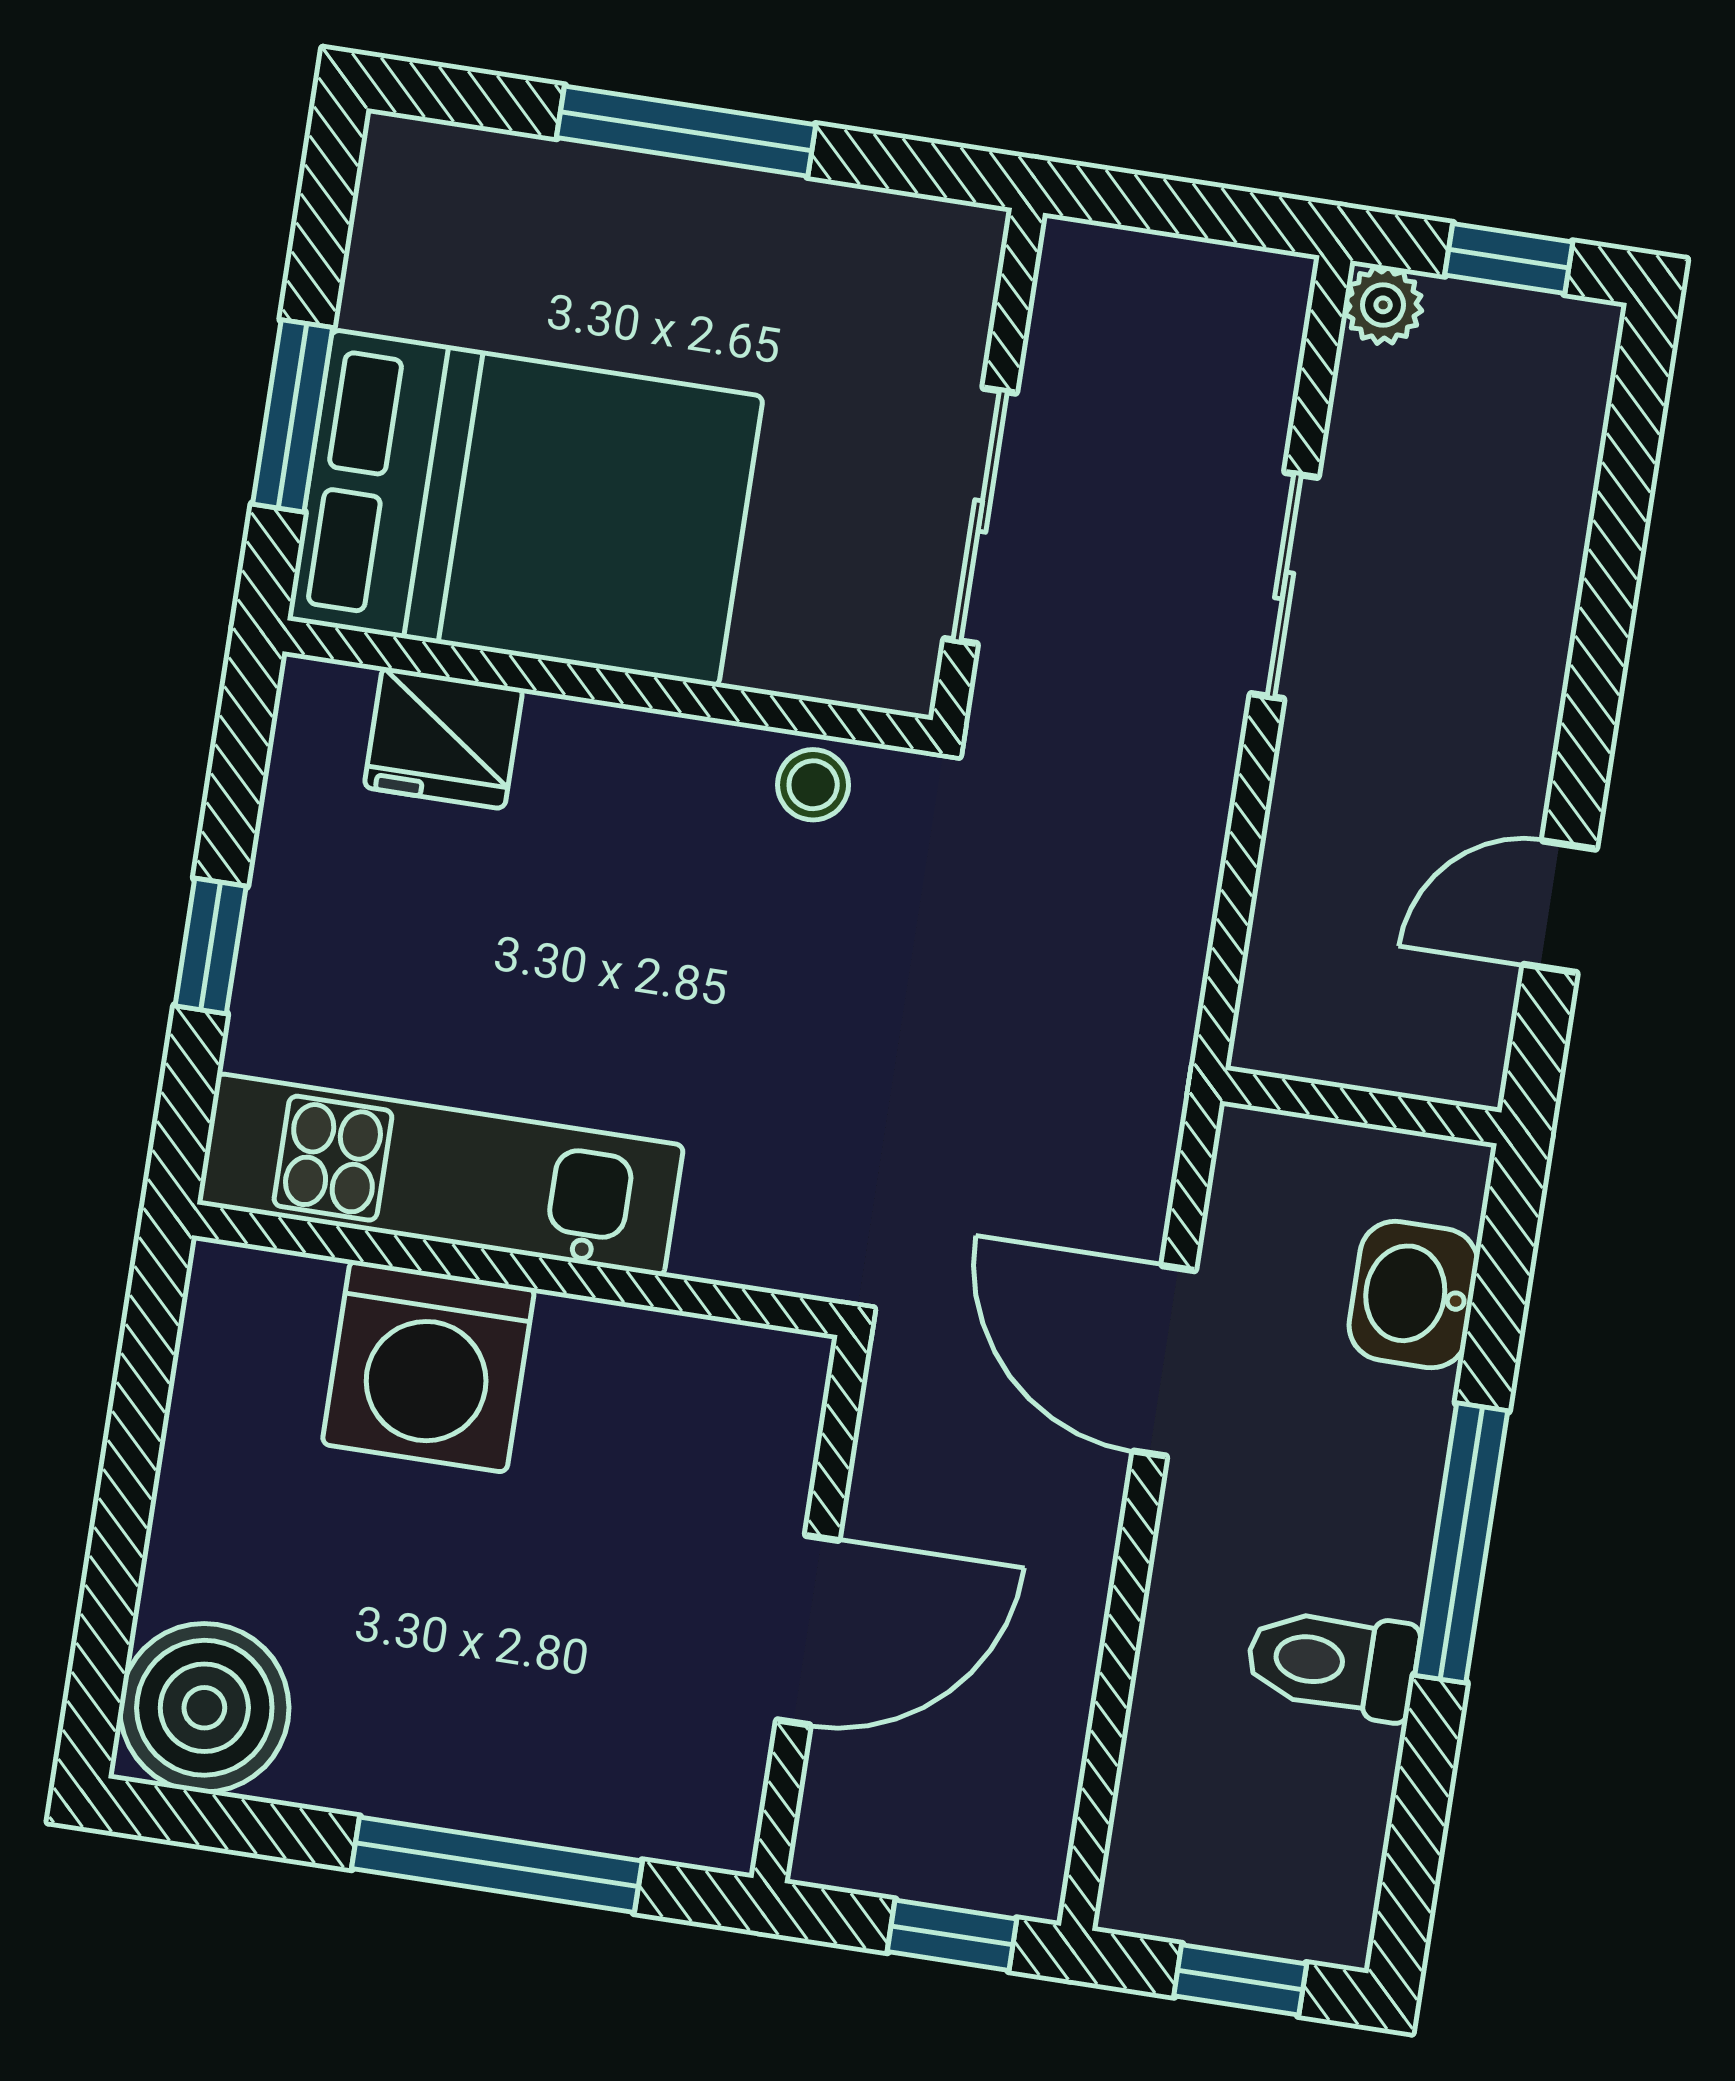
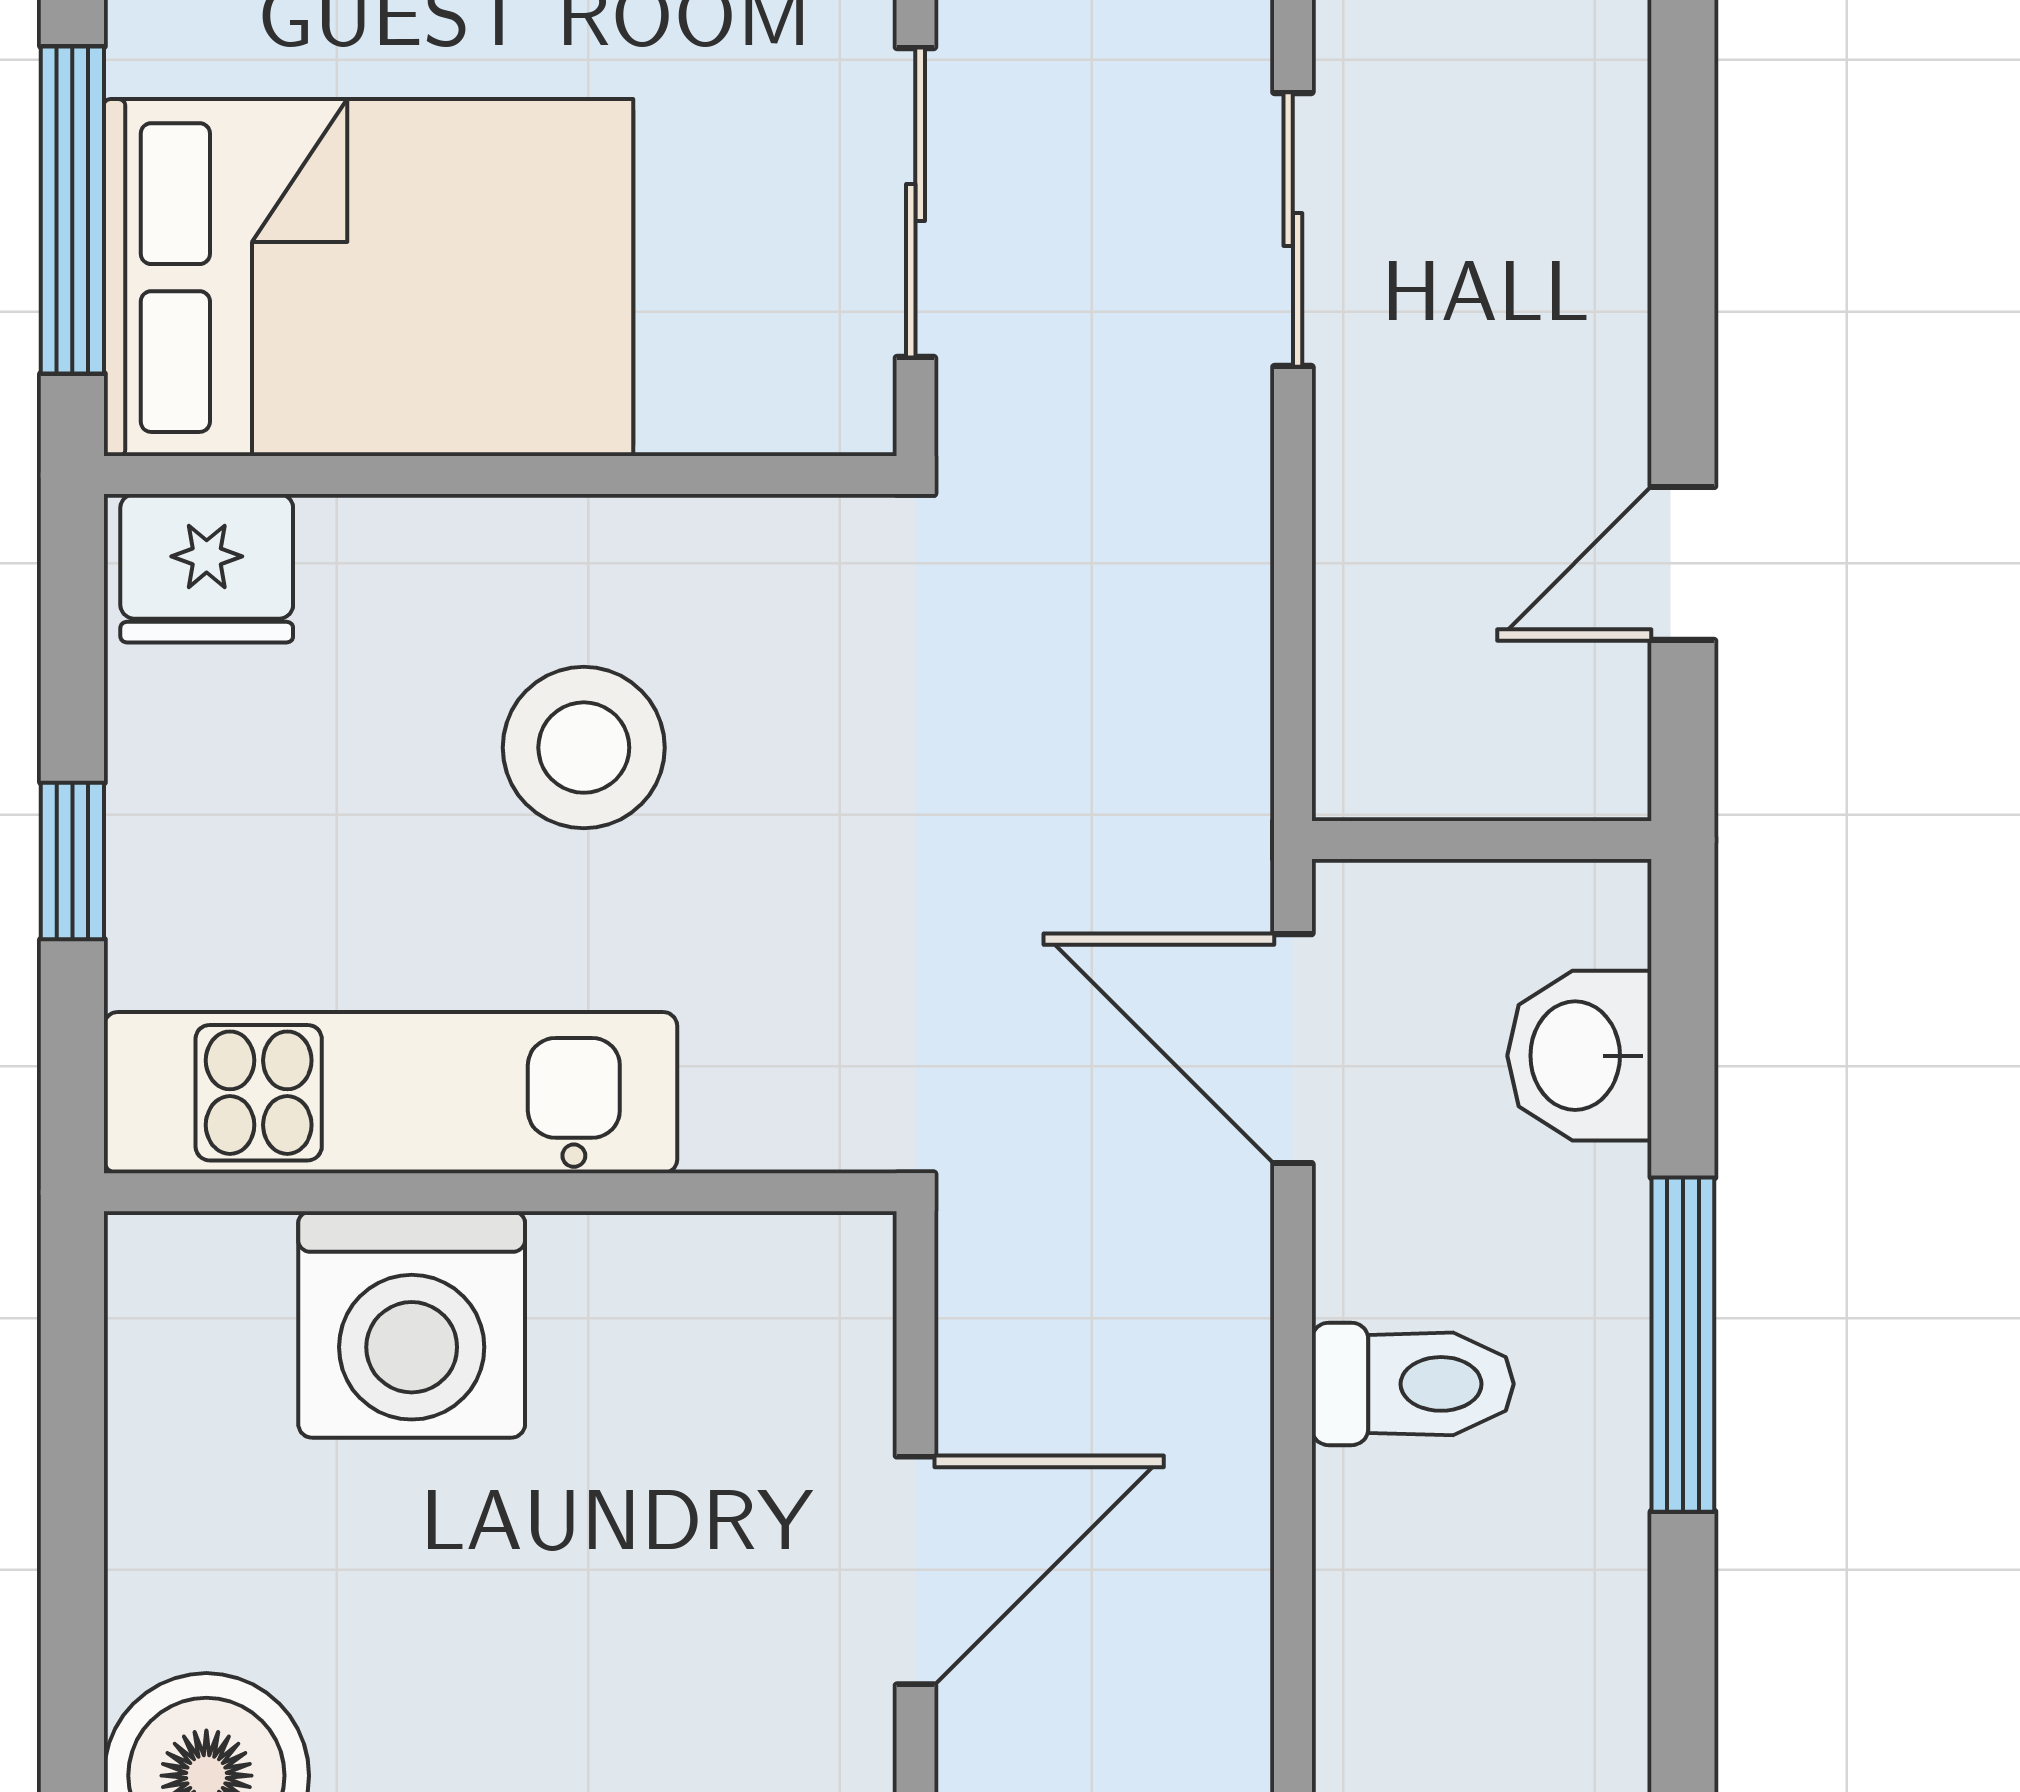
window: (293, 416) -> (72, 210), width x1.44
fridge: (443, 738) -> (207, 568), moved
stool: (813, 785) -> (584, 748), moved, width x1.89, depth x1.89
door: (1164, 1361) -> (1293, 1049), moved
toilet: (1332, 1663) -> (1413, 1384), moved, turned 180

